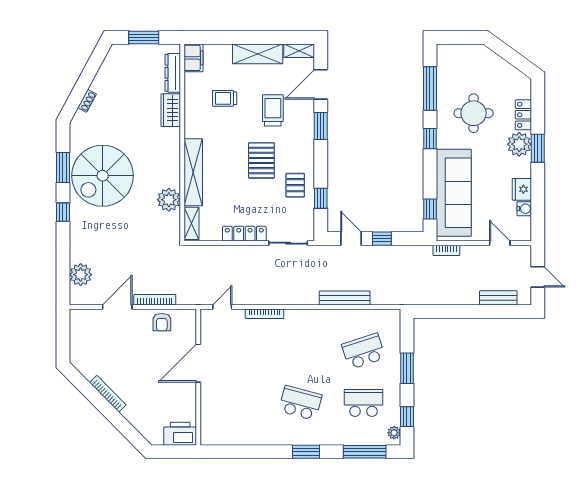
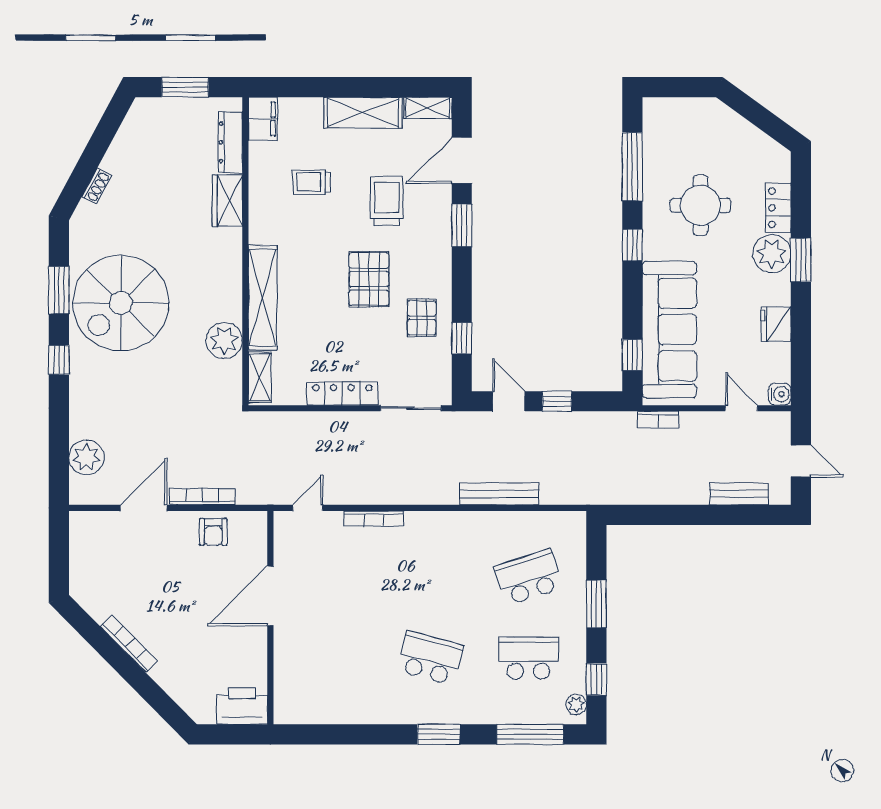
water cooler: (524, 209) -> (780, 394), moved

